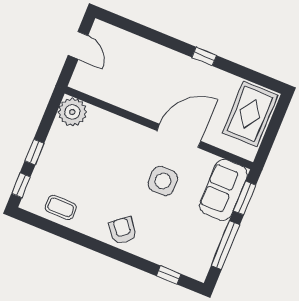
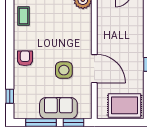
sofa: (224, 190) -> (58, 108), moved
armchair: (123, 230) -> (25, 58), turned -51

